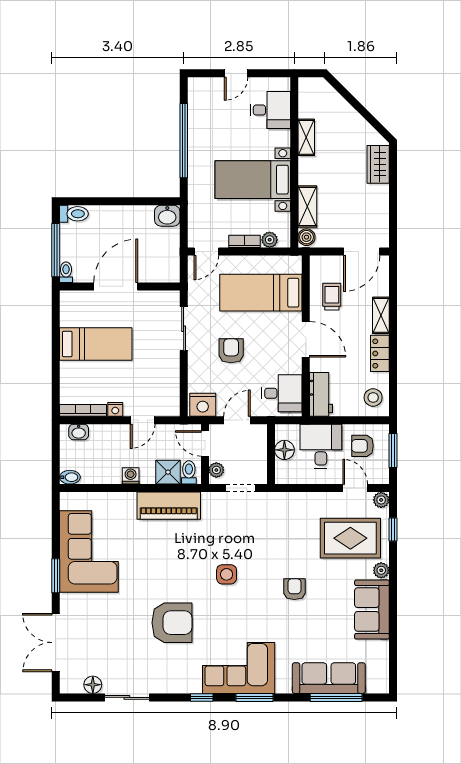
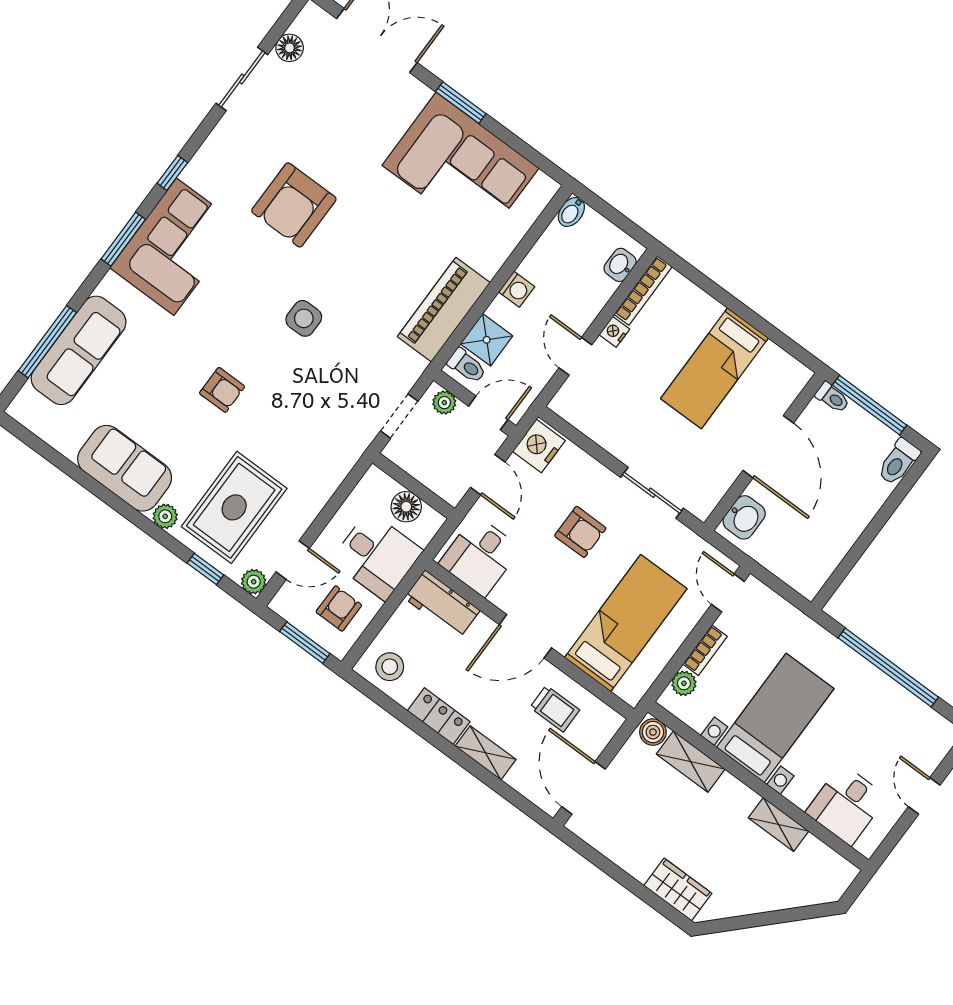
washbasin: (167, 216) -> (744, 517), moved, turned 180

